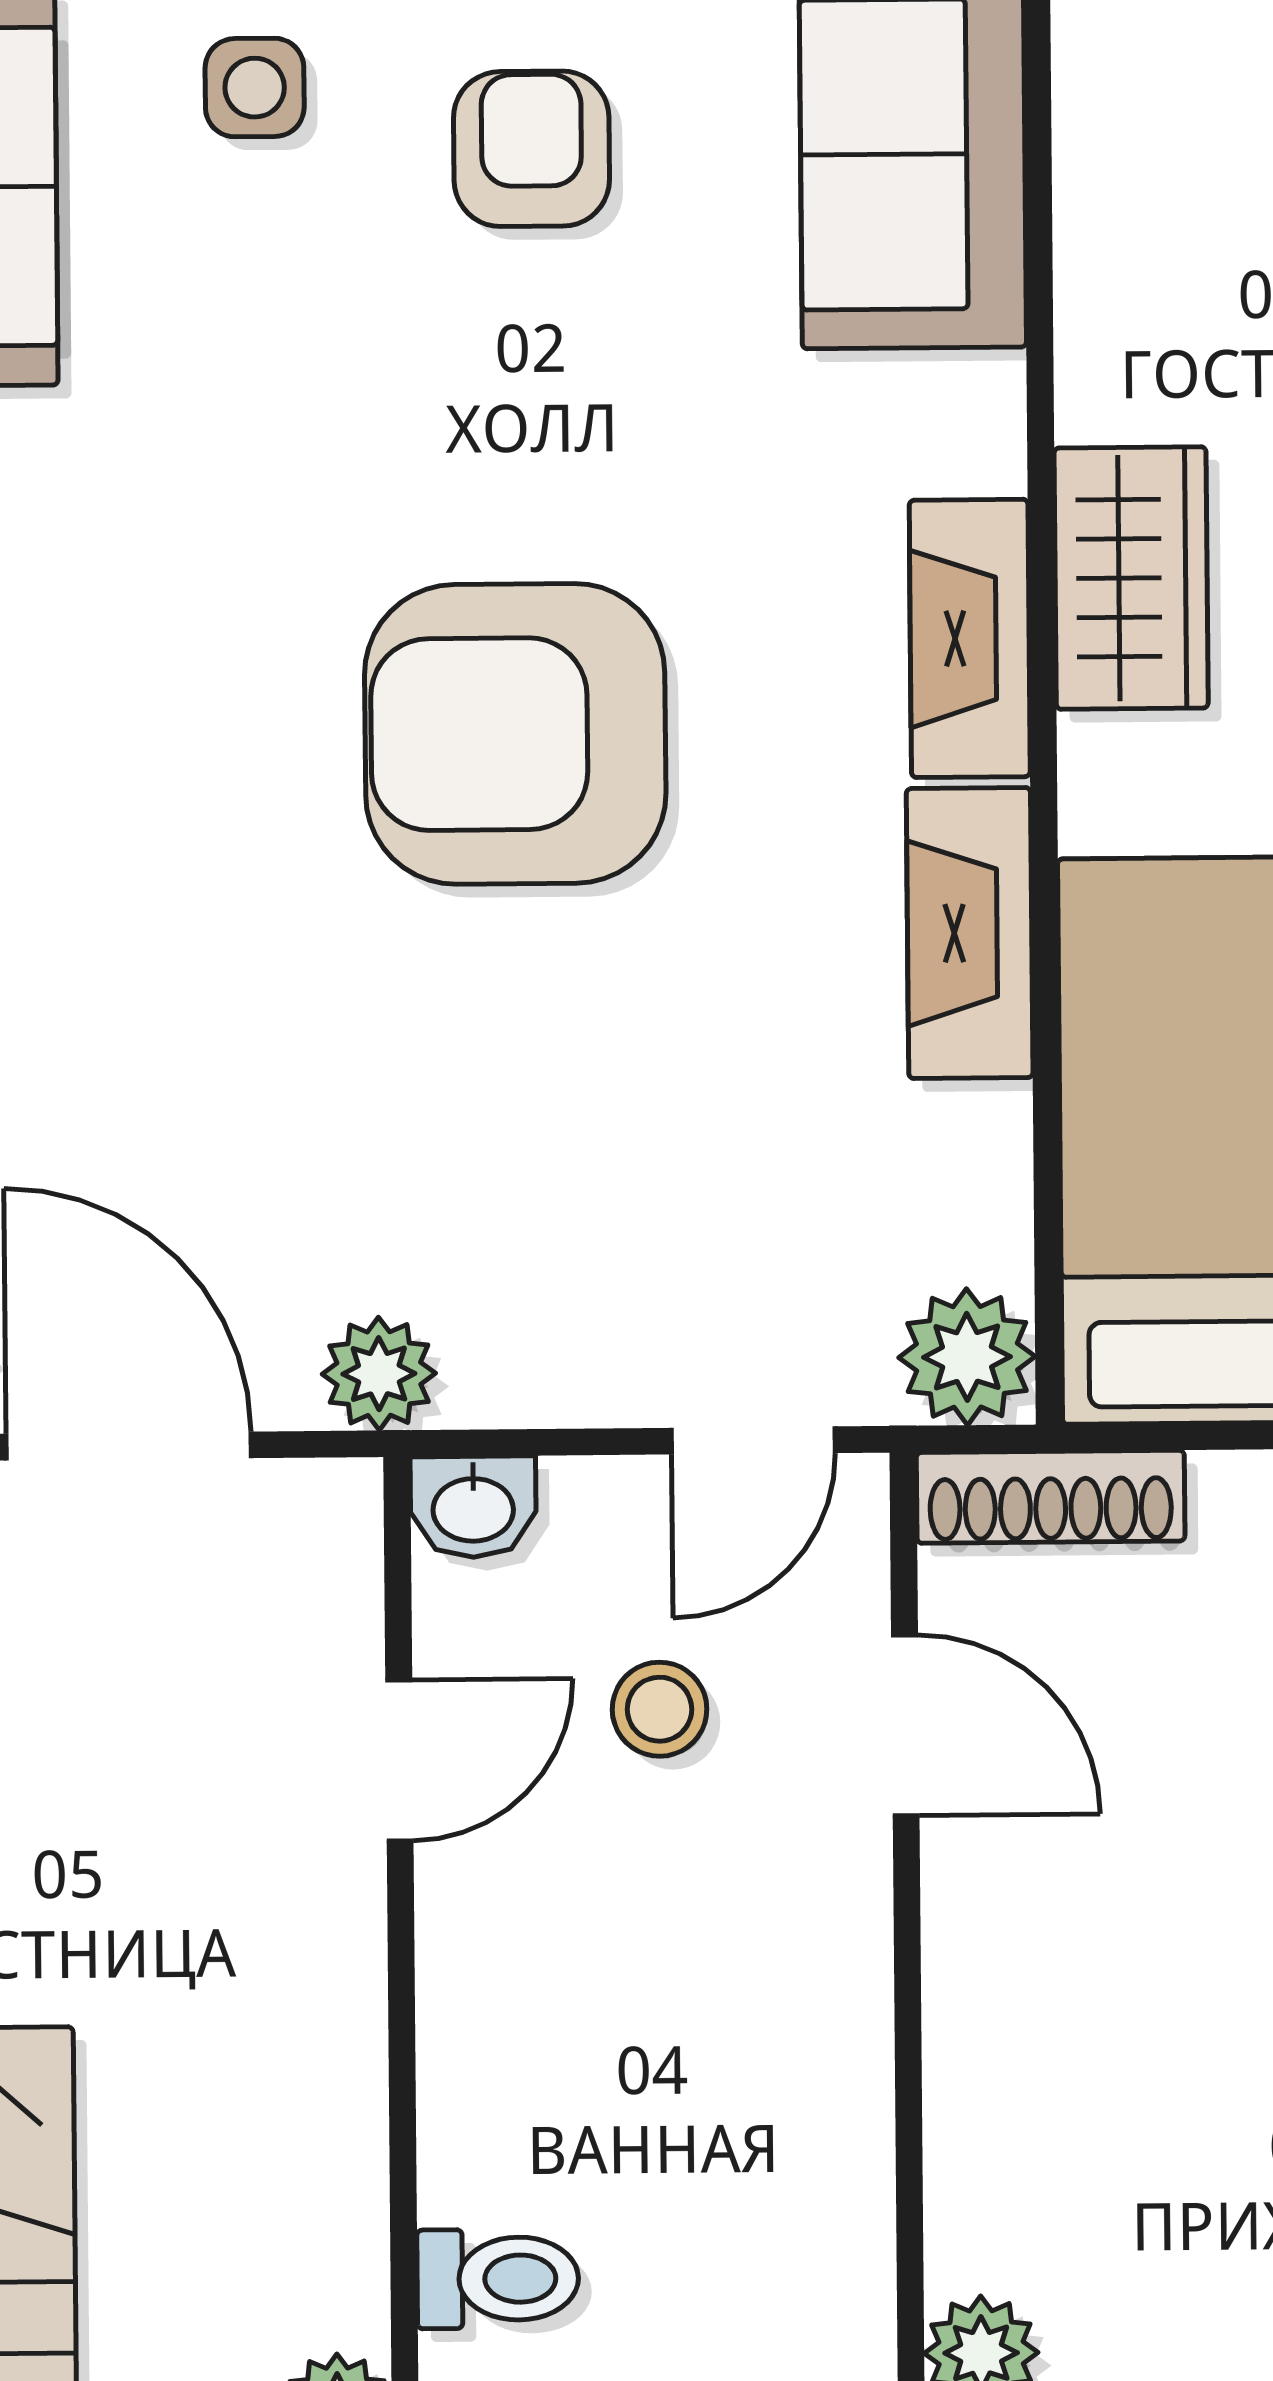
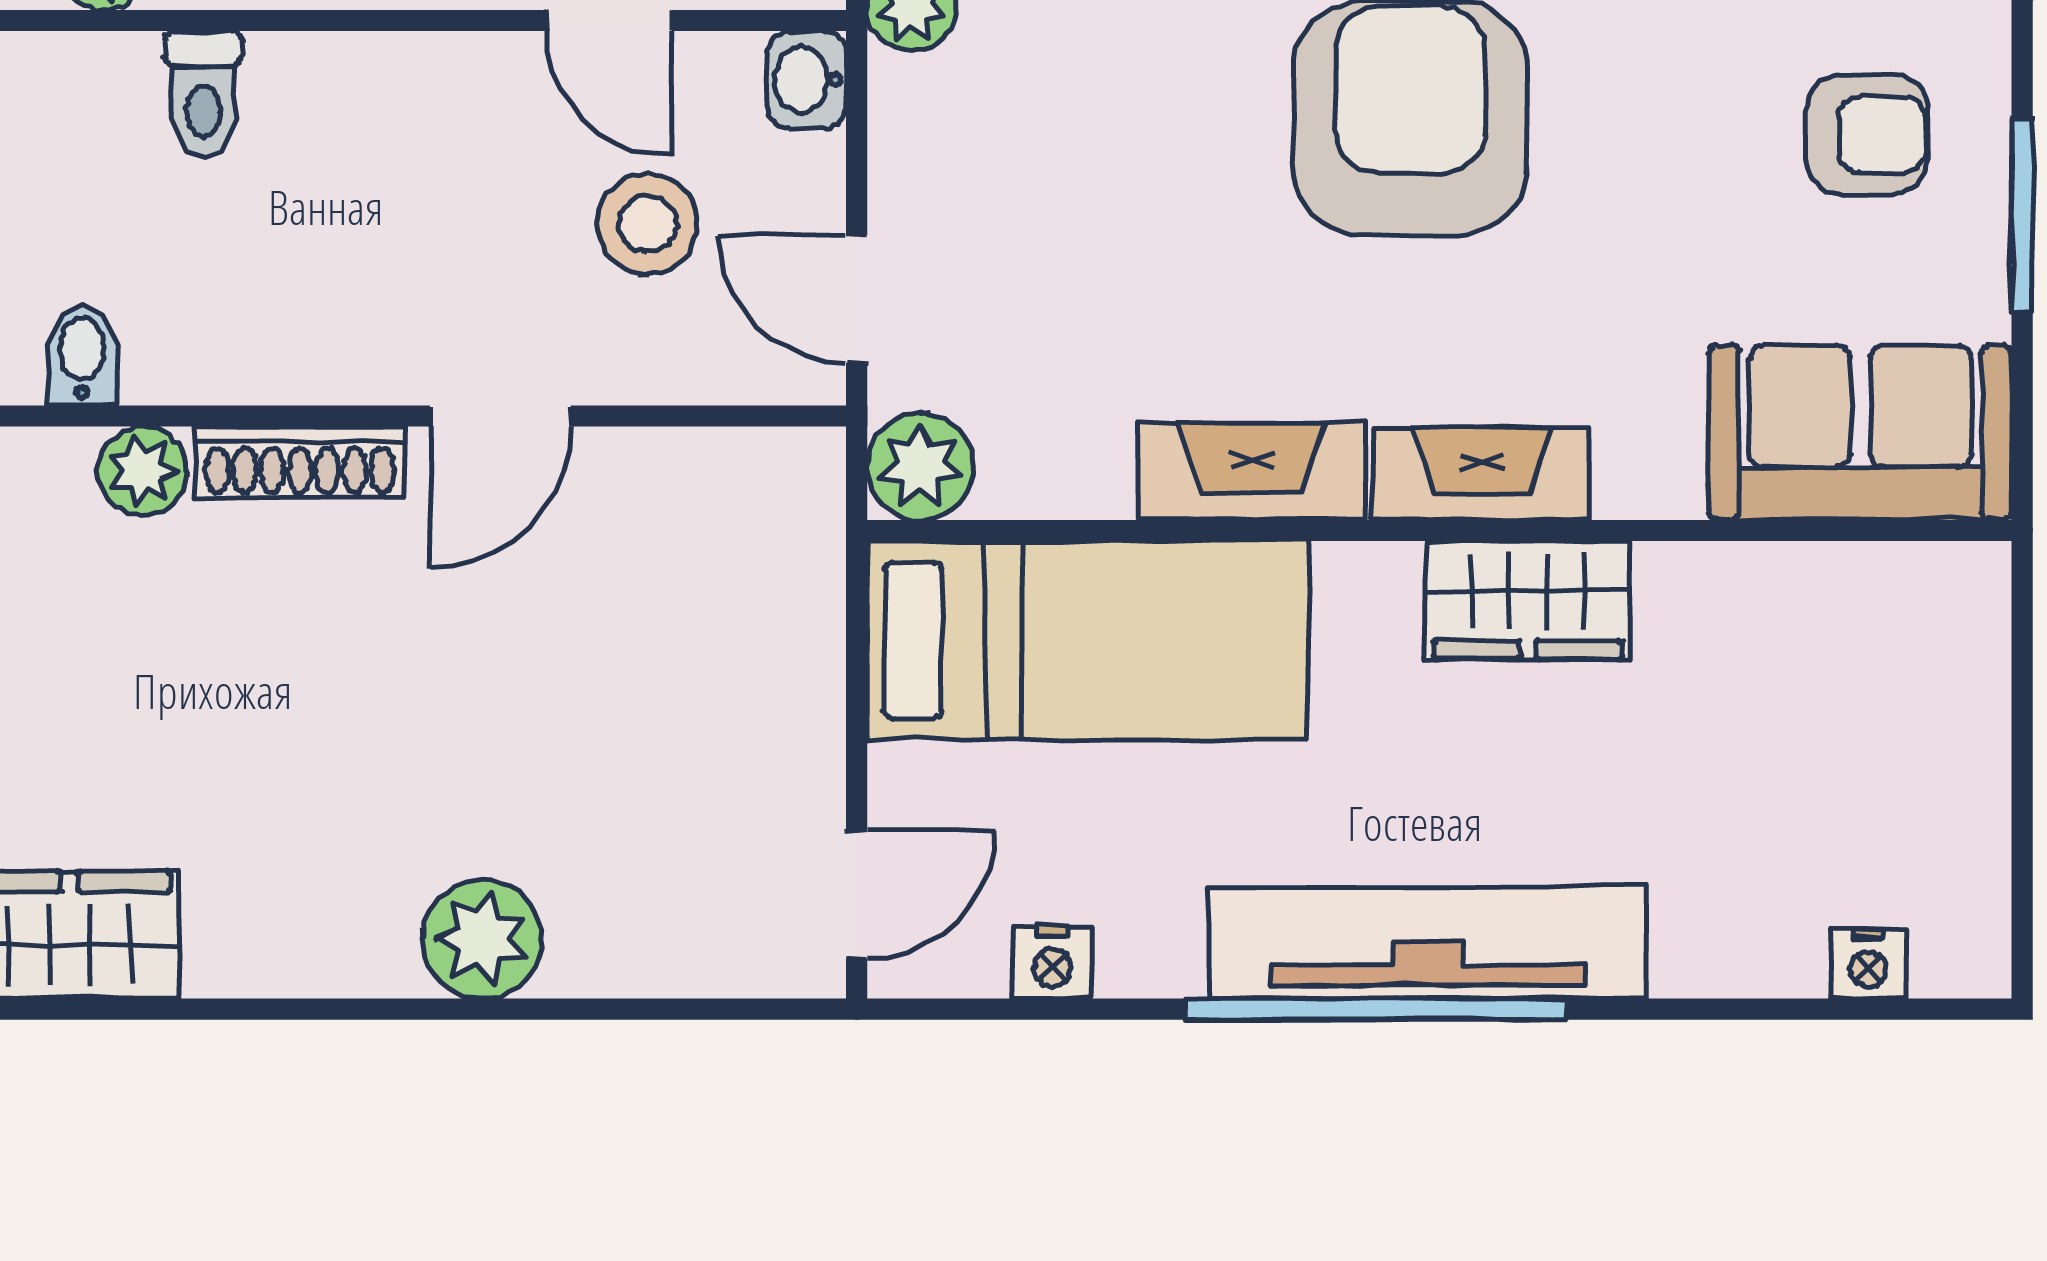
shoe rack: (1051, 1497) -> (300, 462), moved, turned -90
stool: (660, 1709) -> (647, 224), width x1.37, depth x1.37
door: (905, 1725) -> (500, 416), moved

